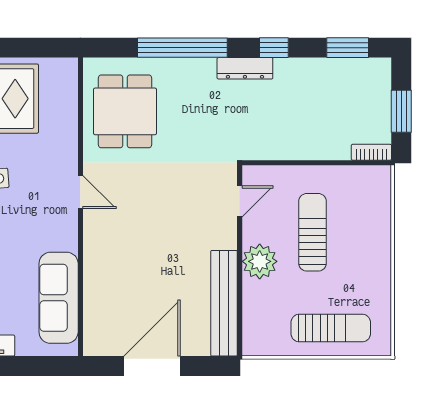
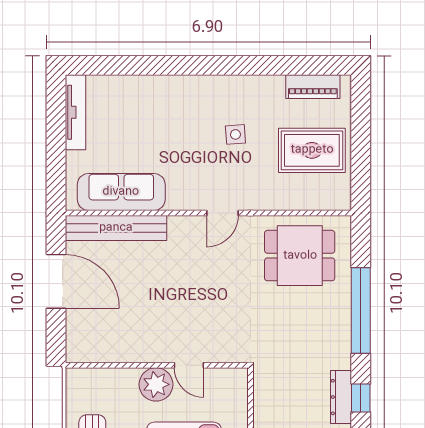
dresser: (245, 68) -> (341, 397), moved
door: (240, 201) -> (189, 365), moved
bench: (224, 303) -> (116, 228), moved

